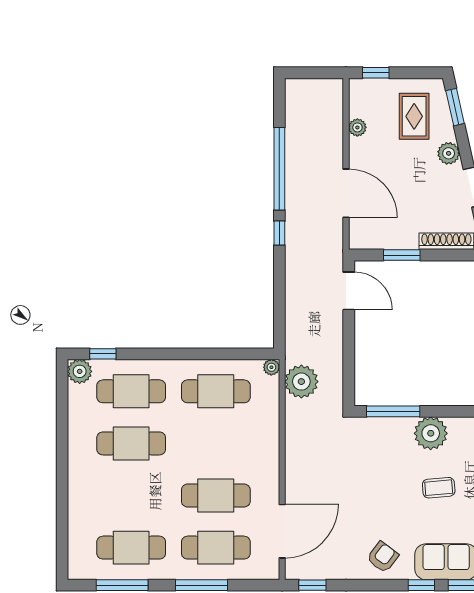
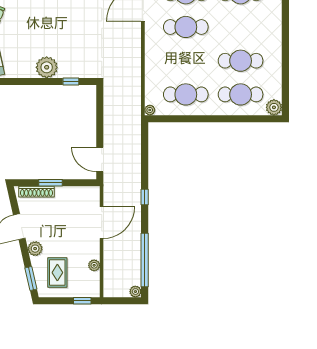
window: (279, 169) -> (145, 260), moved
door: (346, 193) -> (102, 223), swing flipped
window: (402, 255) -> (50, 183), moved
window: (103, 354) -> (259, 119), removed
plant: (301, 382) -> (135, 292), moved, width x0.53, depth x0.53
window: (393, 411) -> (71, 81), width x0.46
coffee table: (439, 488) -> (41, 32), removed

